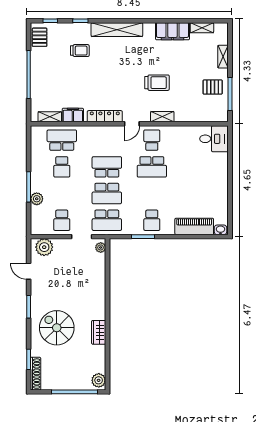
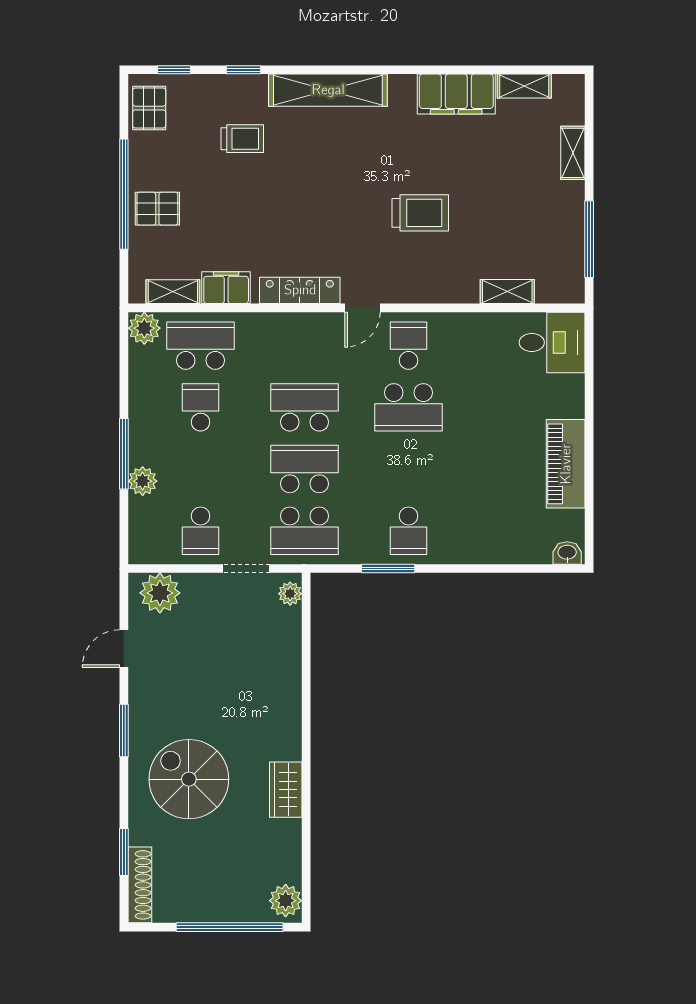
pallet: (213, 87) -> (157, 209), moved
shelving: (162, 117) -> (507, 292), moved
plant: (37, 133) -> (144, 328), added
school desk: (62, 167) -> (200, 407), turned 180
school desk: (107, 194) -> (304, 469), turned 180
piano: (194, 226) -> (566, 464), moved, turned -90
door: (29, 271) -> (124, 649), hinge flipped

